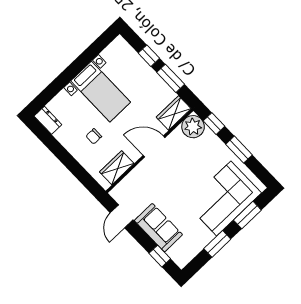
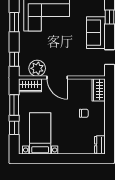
bed with nightstands: (101, 92) -> (40, 133), moved
plant: (193, 127) -> (37, 68), moved
window: (239, 150) -> (14, 22), moved
wardrobe: (117, 168) -> (99, 90), moved, turned 90

